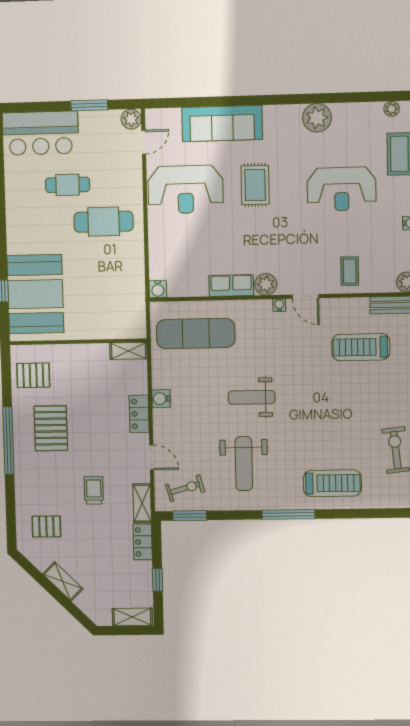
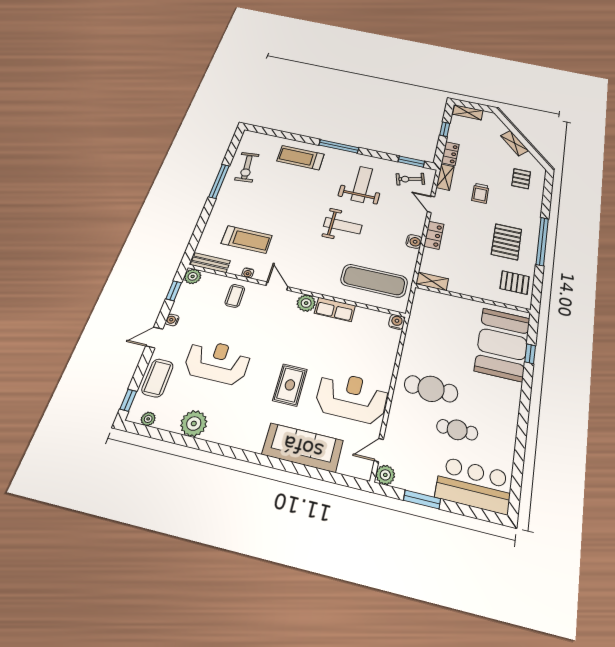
plant: (317, 118) -> (194, 424), moved
water cooler: (279, 305) -> (248, 273), moved
pallet: (46, 527) -> (521, 179), turned 90

